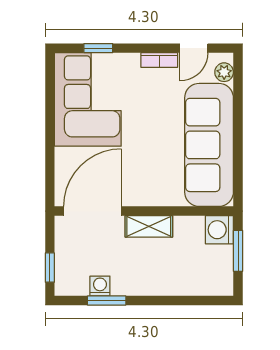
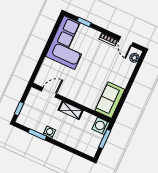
door: (194, 48) -> (126, 41), hinge flipped
sofa: (209, 145) -> (110, 100), width x0.54, depth x0.79
door: (92, 211) -> (49, 92), width x0.53
washing machine: (100, 286) -> (49, 132), moved

